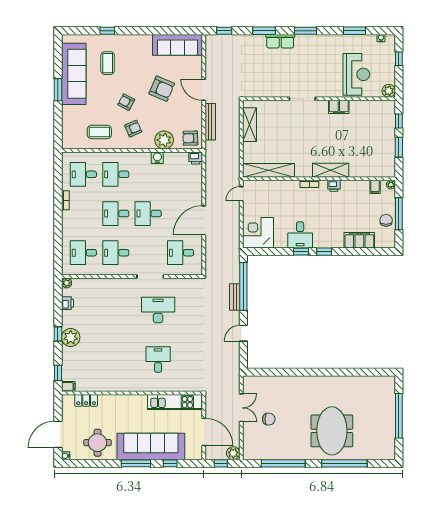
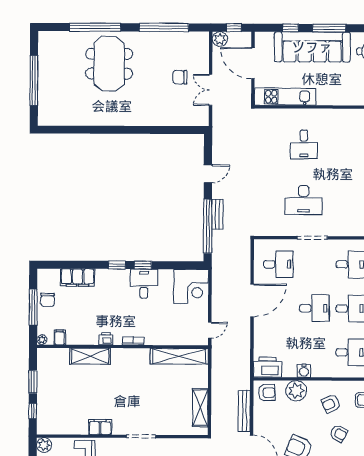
printer: (196, 158) -> (267, 367), width x1.87, depth x1.48
shelving: (331, 170) -> (90, 356), moved

